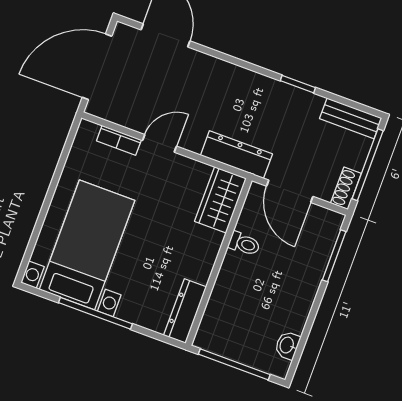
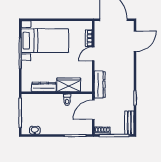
door: (160, 143) -> (93, 54), swing flipped
wardrobe: (220, 200) -> (69, 85), moved
dresser: (185, 311) -> (44, 87), moved

